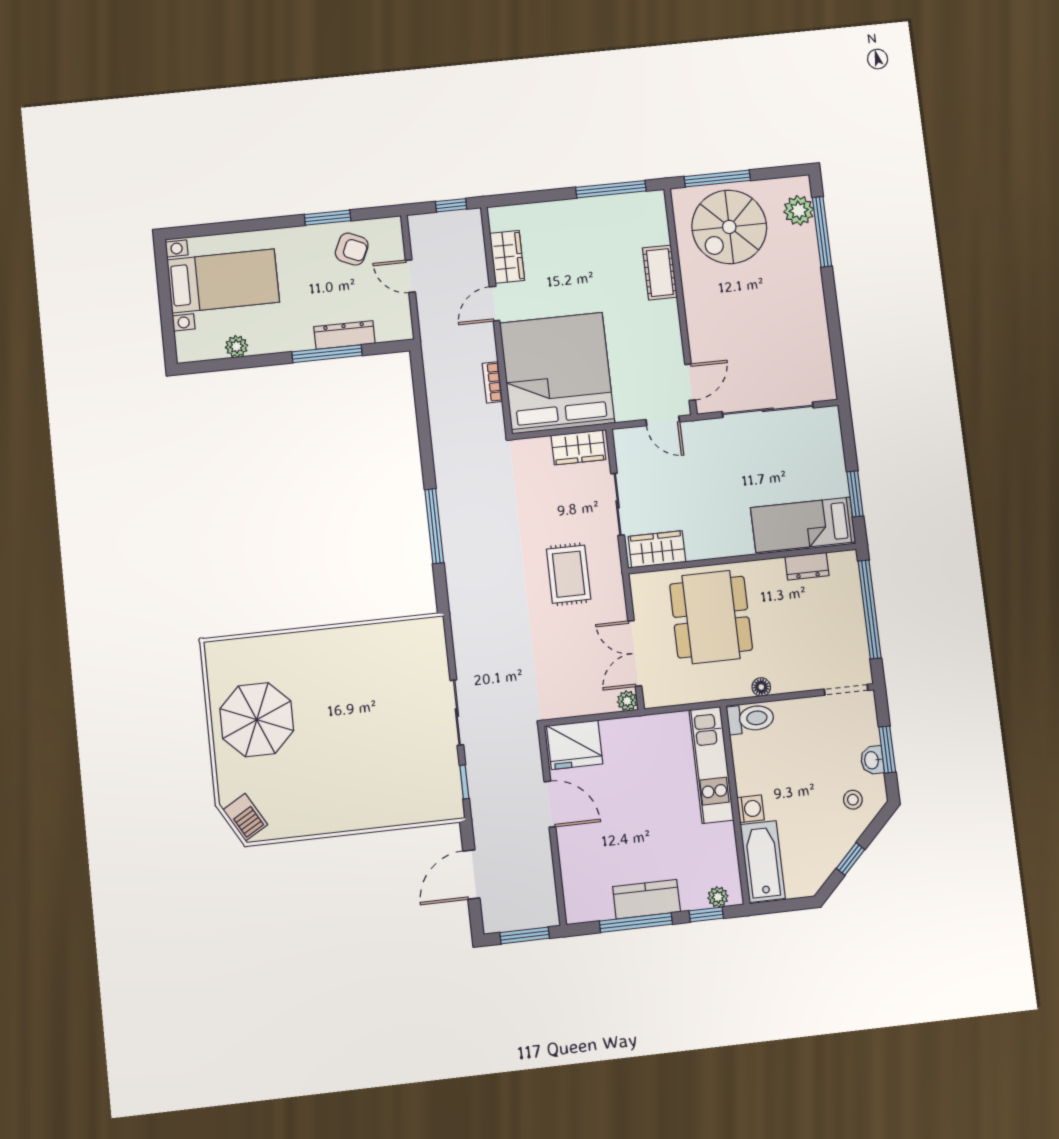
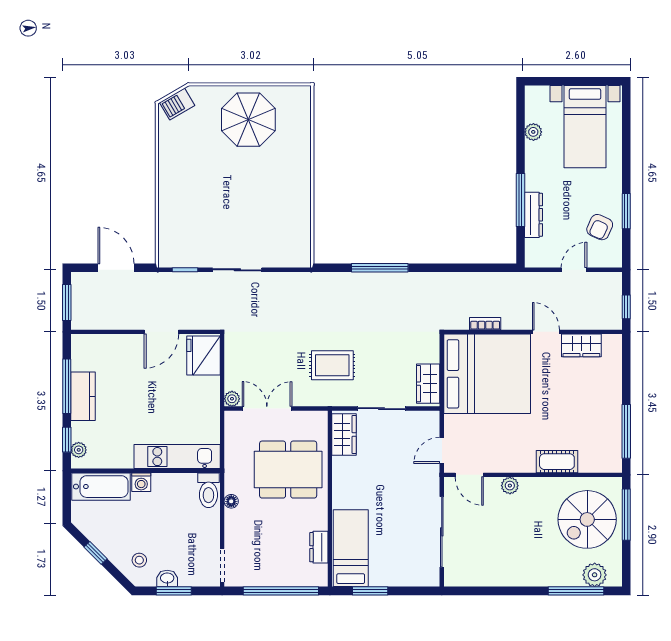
spiral stairs: (729, 227) -> (587, 519), turned -90
plant: (698, 329) -> (510, 486), added

